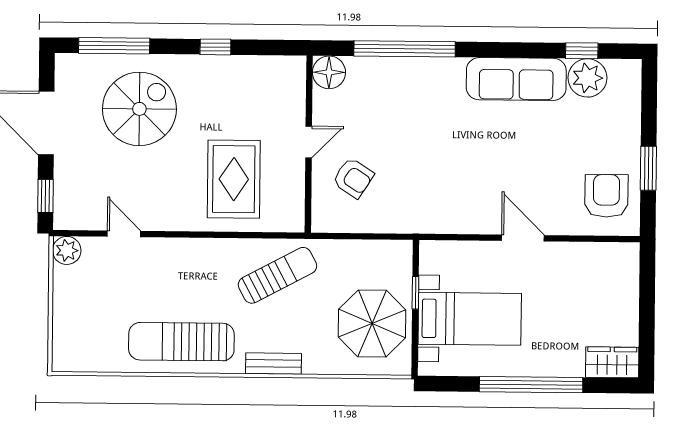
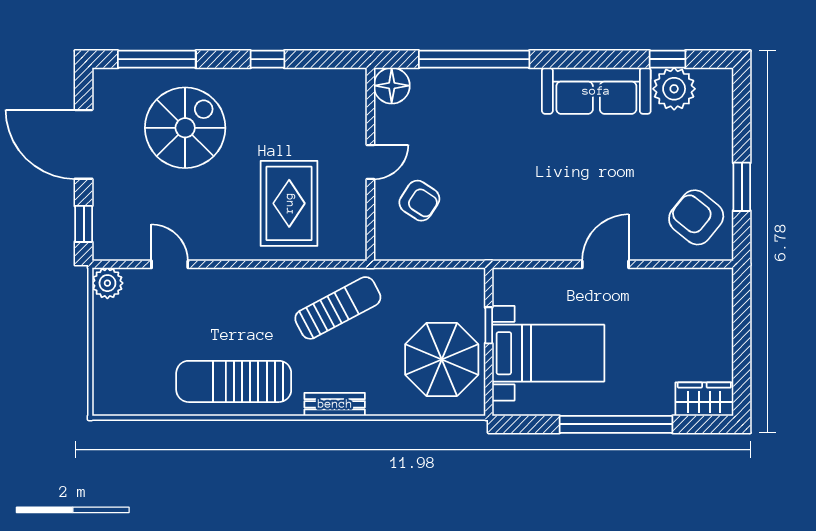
armchair: (606, 196) -> (696, 217), turned -51
door: (523, 238) -> (605, 264), hinge flipped

